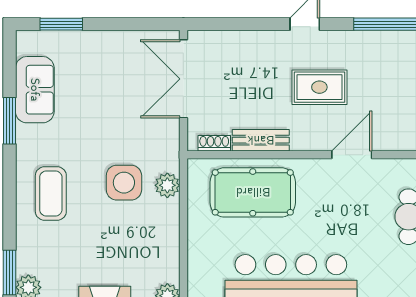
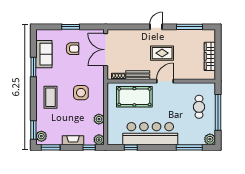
window: (61, 24) -> (71, 27), moved
armchair: (103, 77) -> (72, 49), added
door: (352, 155) -> (165, 81), moved
plant: (167, 185) -> (99, 119), moved

